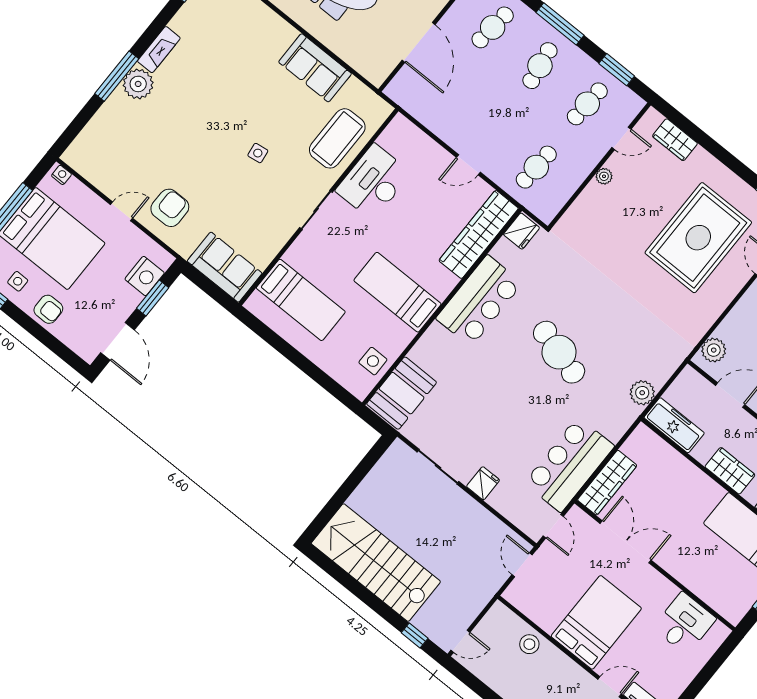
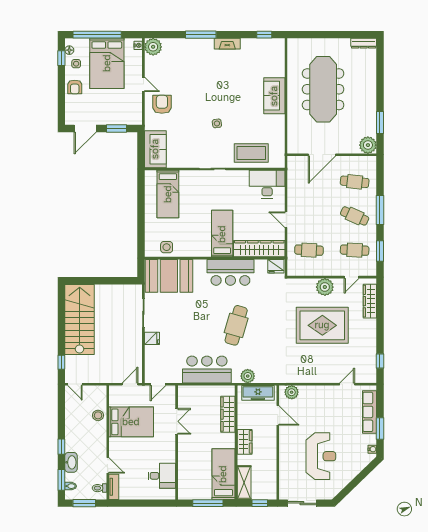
cafe table: (540, 66) -> (355, 216), turned 33
sofa: (315, 68) -> (274, 96), moved
plant: (138, 84) -> (153, 47), moved
door: (621, 138) -> (352, 277), hinge flipped
wardrobe: (675, 140) -> (370, 301), width x1.50
plant: (604, 176) -> (325, 287), width x1.88, depth x1.88
desk: (373, 182) -> (267, 184), moved
armchair: (170, 208) -> (162, 104), turned -90
rug: (698, 238) -> (322, 325), moved
nightstand: (145, 276) -> (123, 117), removed
bed: (397, 292) -> (222, 234), moved
booth: (402, 393) -> (169, 276), width x1.36, depth x1.42
freezer: (674, 425) -> (258, 393), moved, turned 90
bar counter: (569, 465) -> (207, 369), moved
wardrobe: (607, 483) -> (228, 414), moved, turned 90
double door: (626, 542) -> (177, 421), width x0.73
bed: (596, 622) -> (131, 422), moved

